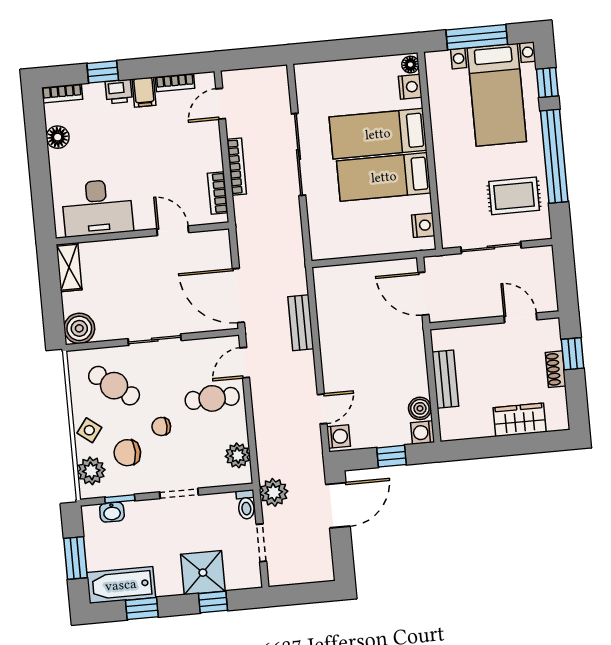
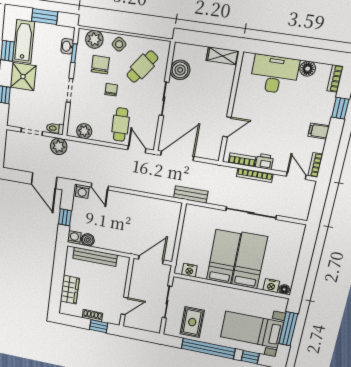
bookcase: (175, 83) -> (315, 165), moved
printer: (119, 92) -> (264, 162), moved, turned 90
desk: (97, 208) -> (274, 74), moved, turned 90
bench: (301, 323) -> (191, 194), moved
boiler: (79, 328) -> (180, 70), moved
bench: (445, 379) -> (95, 257), width x1.36
shower: (203, 573) -> (23, 77), moved

